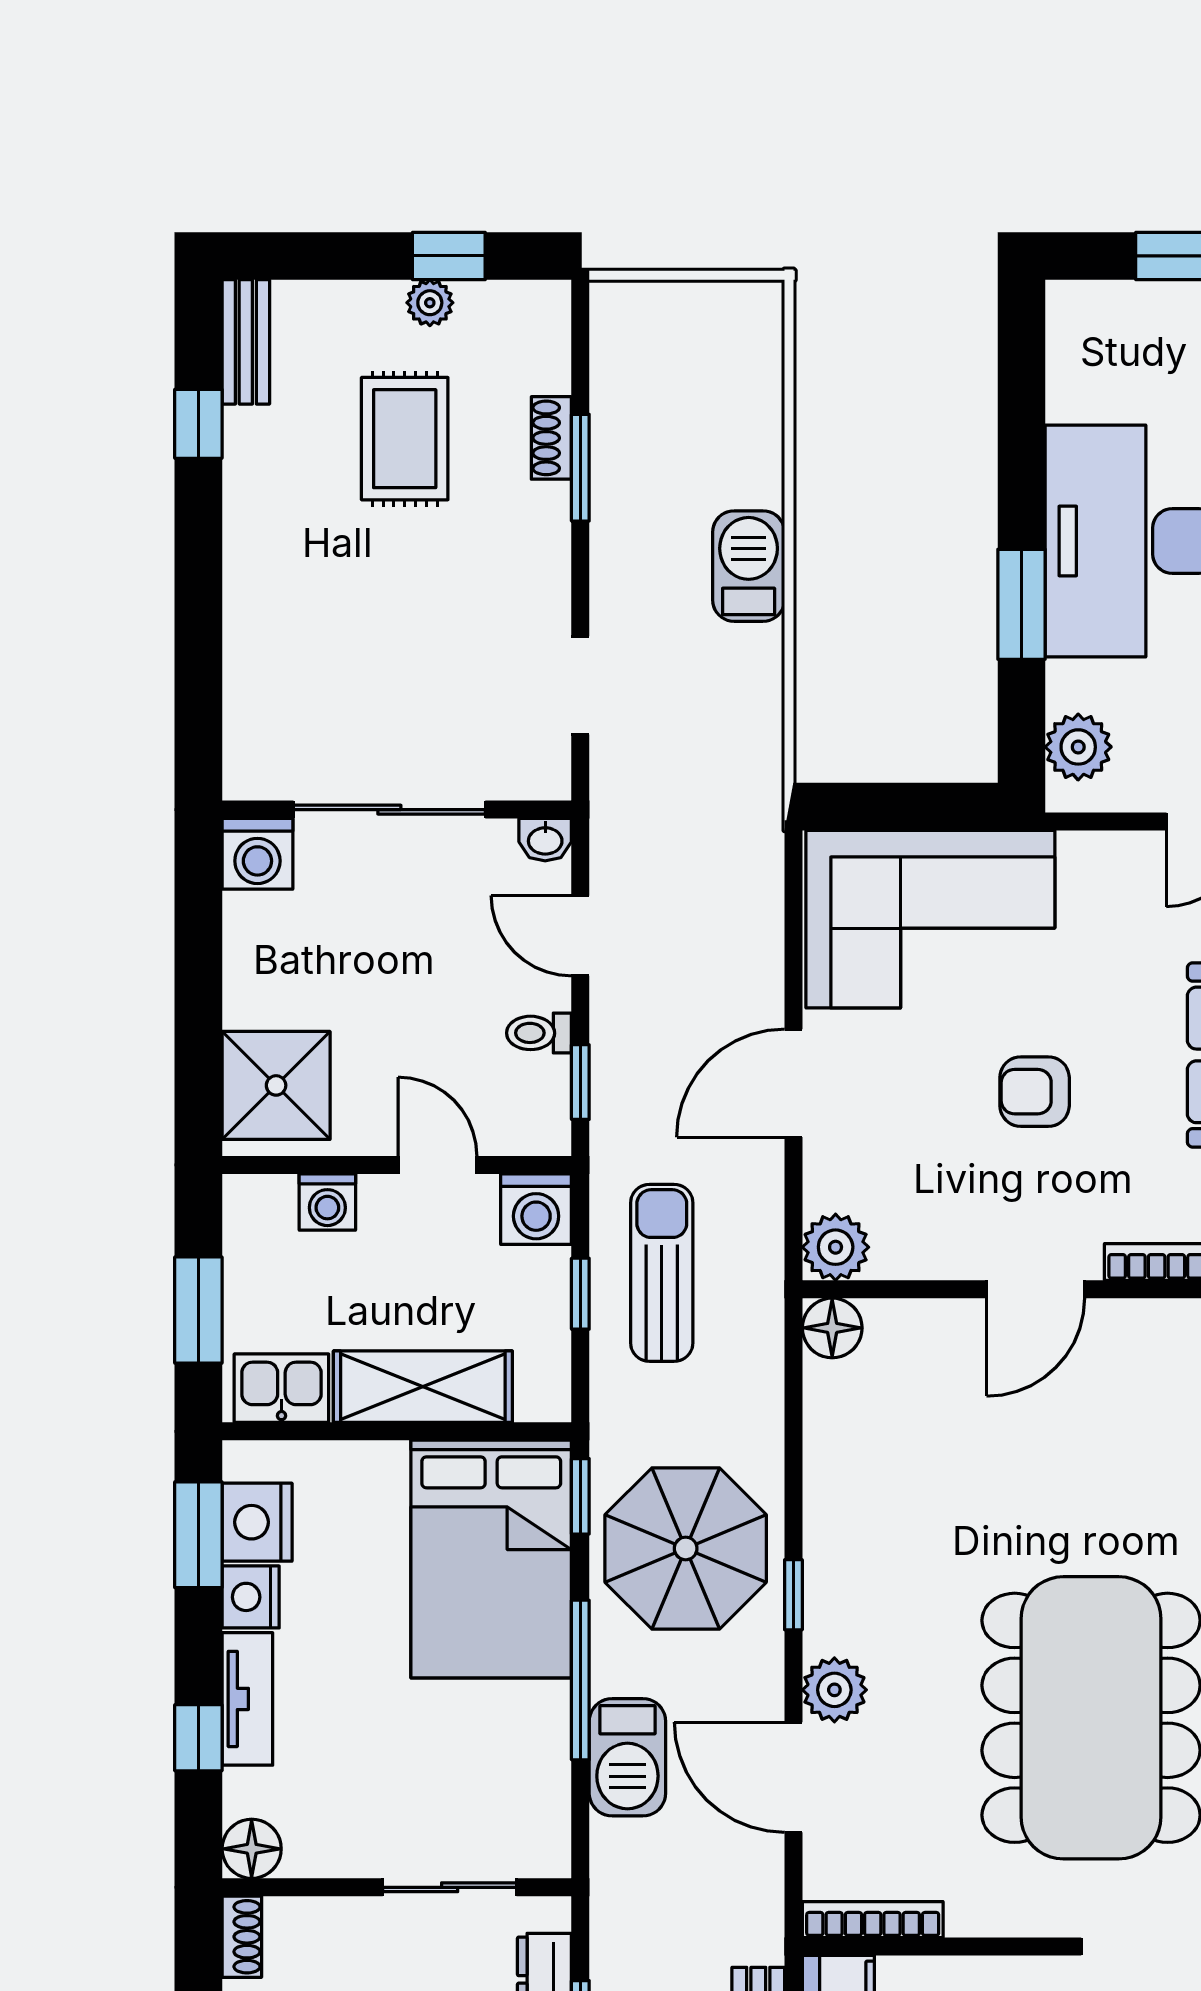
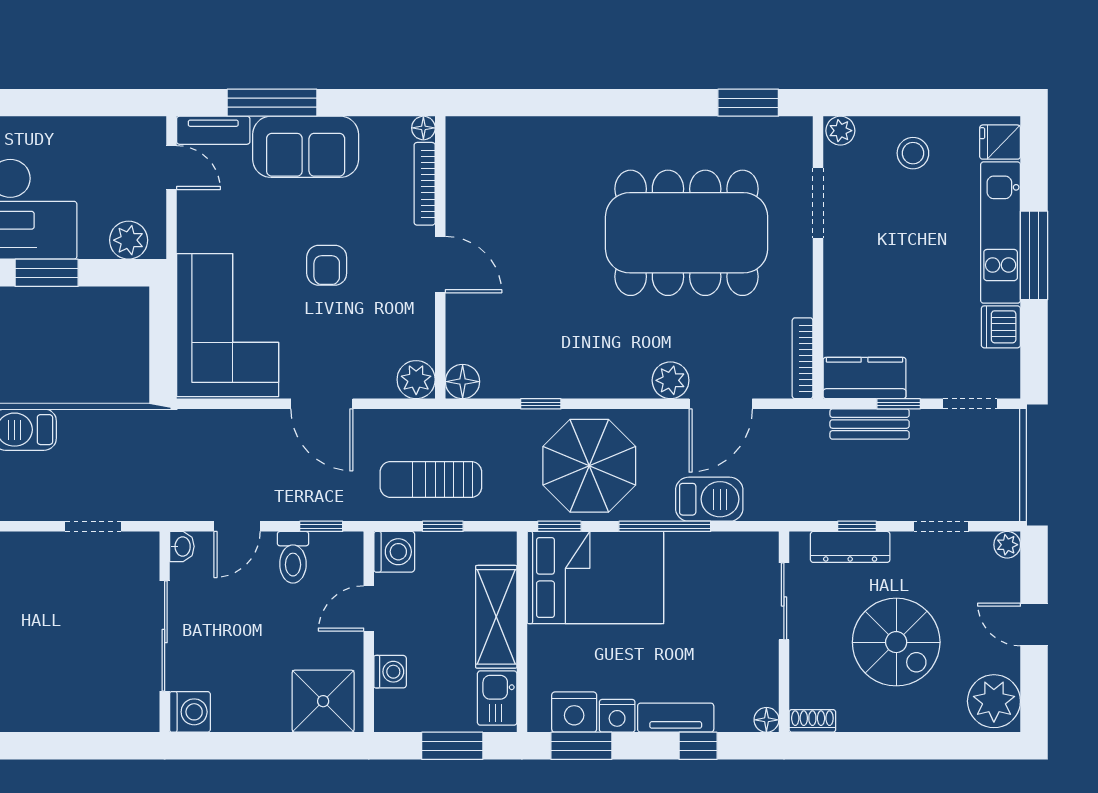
toilet: (539, 1033) -> (293, 557), width x1.37, depth x1.39
window: (793, 1595) -> (541, 404), moved
floor lamp: (252, 1849) -> (766, 720), width x0.73, depth x0.73

